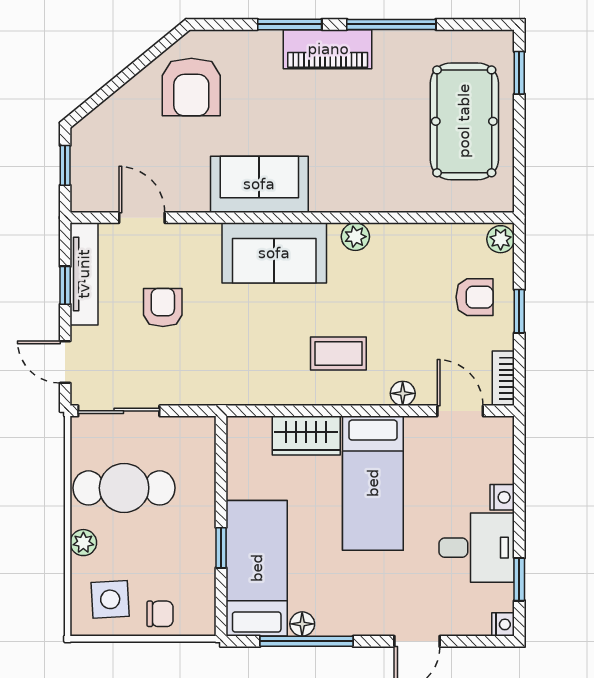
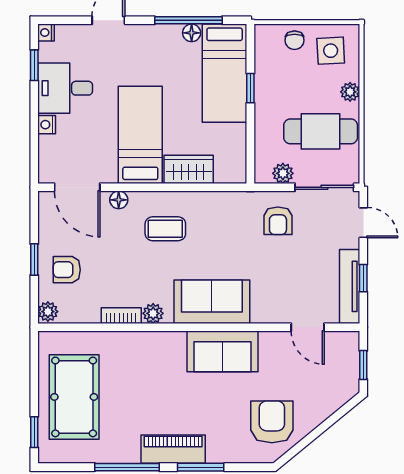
armchair: (163, 307) -> (278, 221), moved
bookcase: (503, 378) -> (121, 316), moved, turned -90
door: (460, 411) -> (77, 187), width x1.38
plant: (176, 430) -> (283, 173), added
chair: (160, 614) -> (295, 40), turned -90

